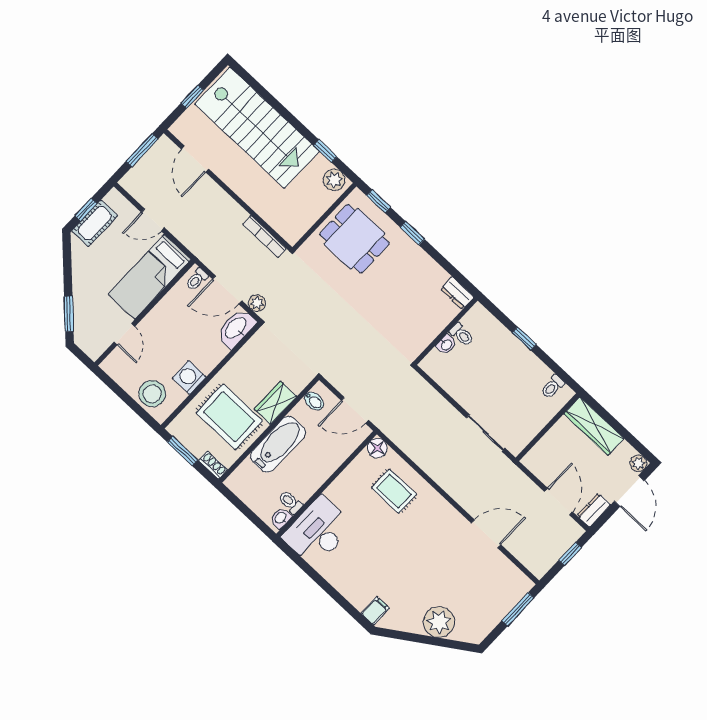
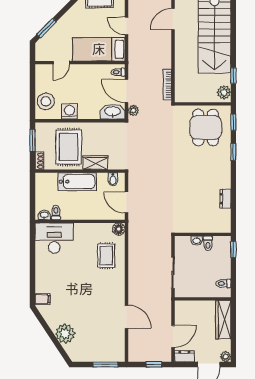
wall: (446, 331) -> (203, 234), moved
toilet: (462, 335) -> (208, 243), moved
washbasin: (446, 345) -> (197, 241), moved

